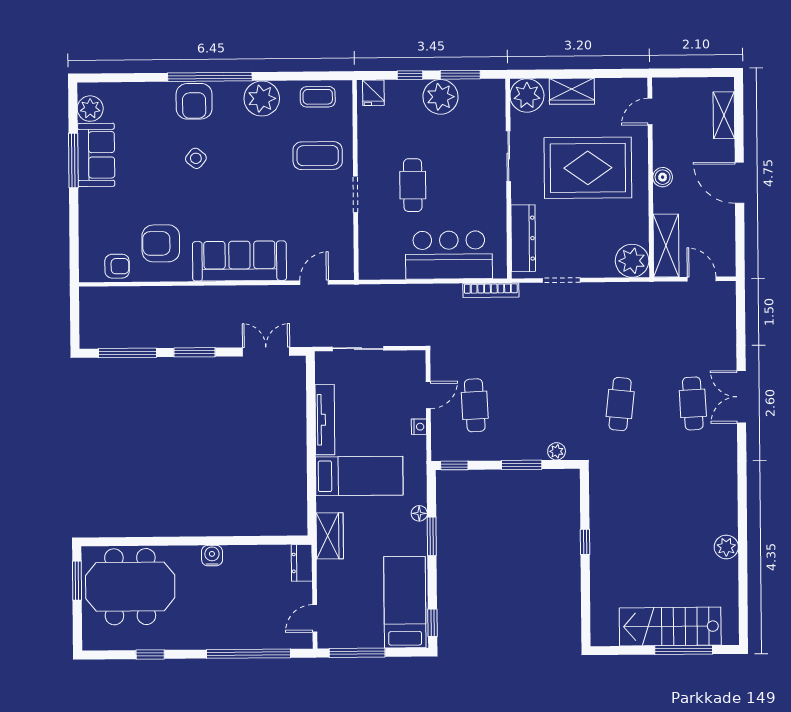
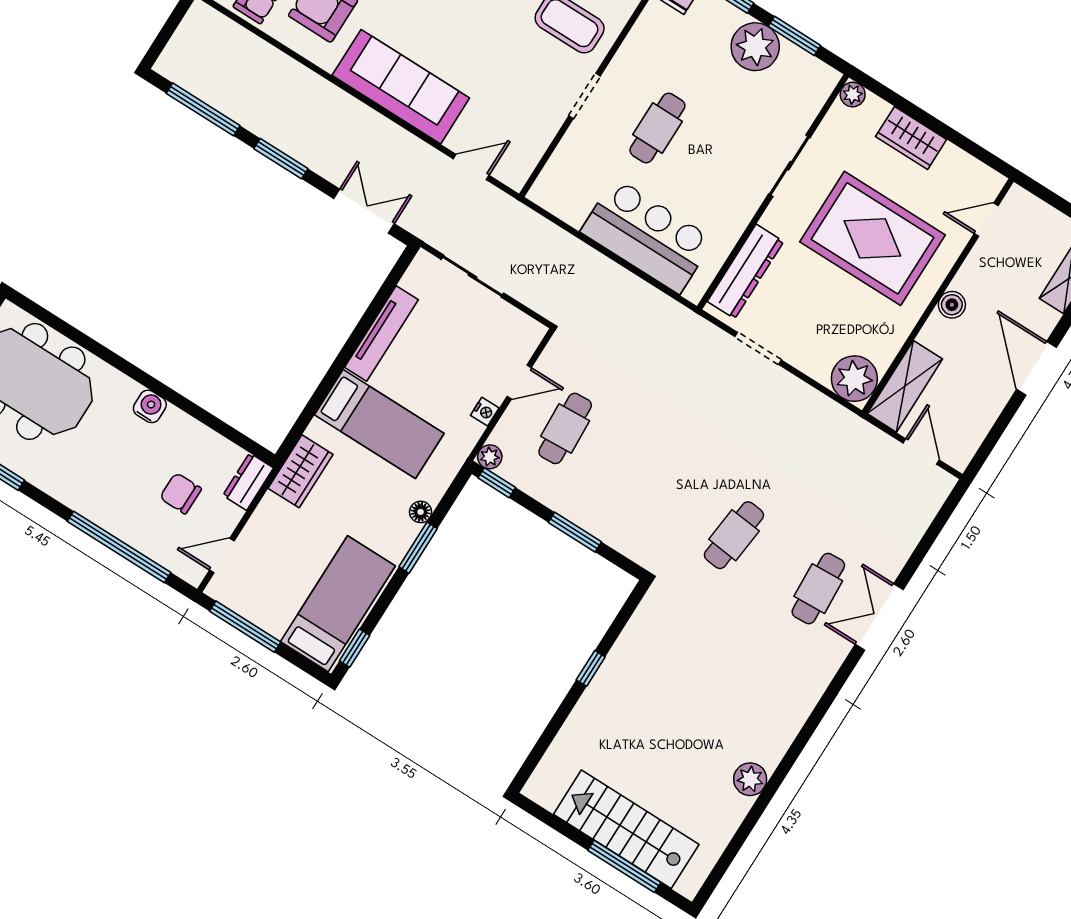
plant: (527, 95) -> (853, 95), width x0.53, depth x0.53
bookcase: (491, 290) -> (669, 308), removed
plant: (557, 451) -> (490, 457), moved
chair: (265, 597) -> (181, 493), added

